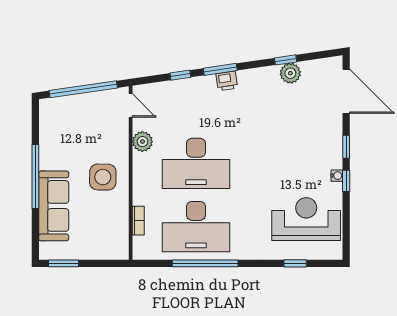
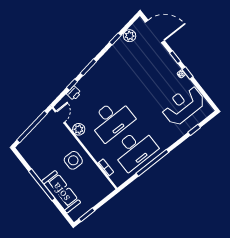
plant: (290, 73) -> (130, 36), moved
printer: (227, 81) -> (74, 93), moved
door: (131, 105) -> (60, 117), hinge flipped

